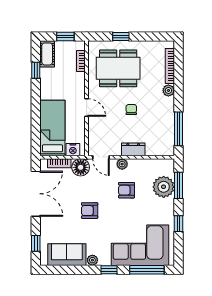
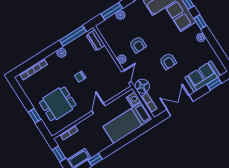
dining table: (118, 68) -> (58, 104), width x0.73
plant: (168, 90) -> (61, 53), moved
dresser: (133, 149) -> (96, 40), moved
plant: (164, 187) -> (120, 15), width x0.53, depth x0.53
double door: (36, 194) -> (180, 105), width x0.73
sofa: (67, 255) -> (203, 76), moved, turned 90

